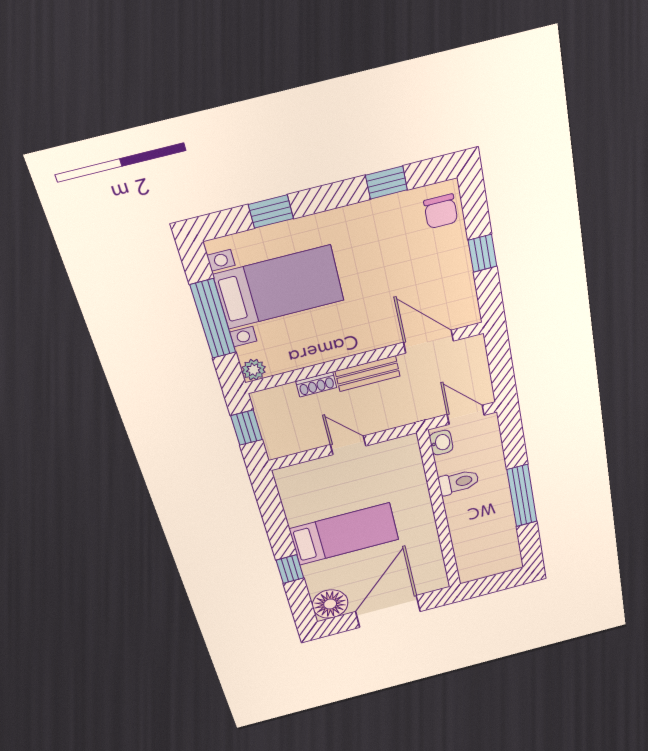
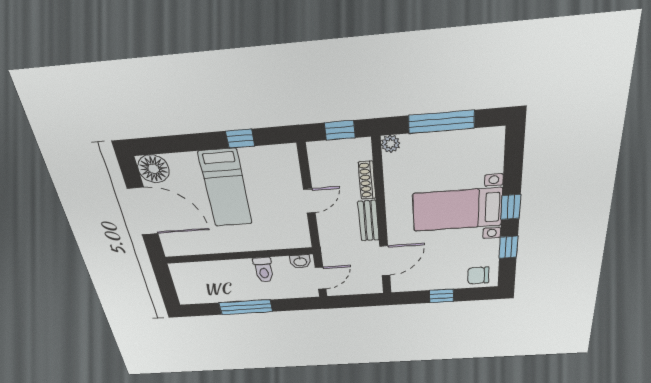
window: (271, 212) -> (511, 207), moved
bed with nightstands: (279, 287) -> (457, 210), moved, turned 90
shoe rack: (316, 384) -> (367, 180), width x1.43
window: (290, 569) -> (240, 139), moved

